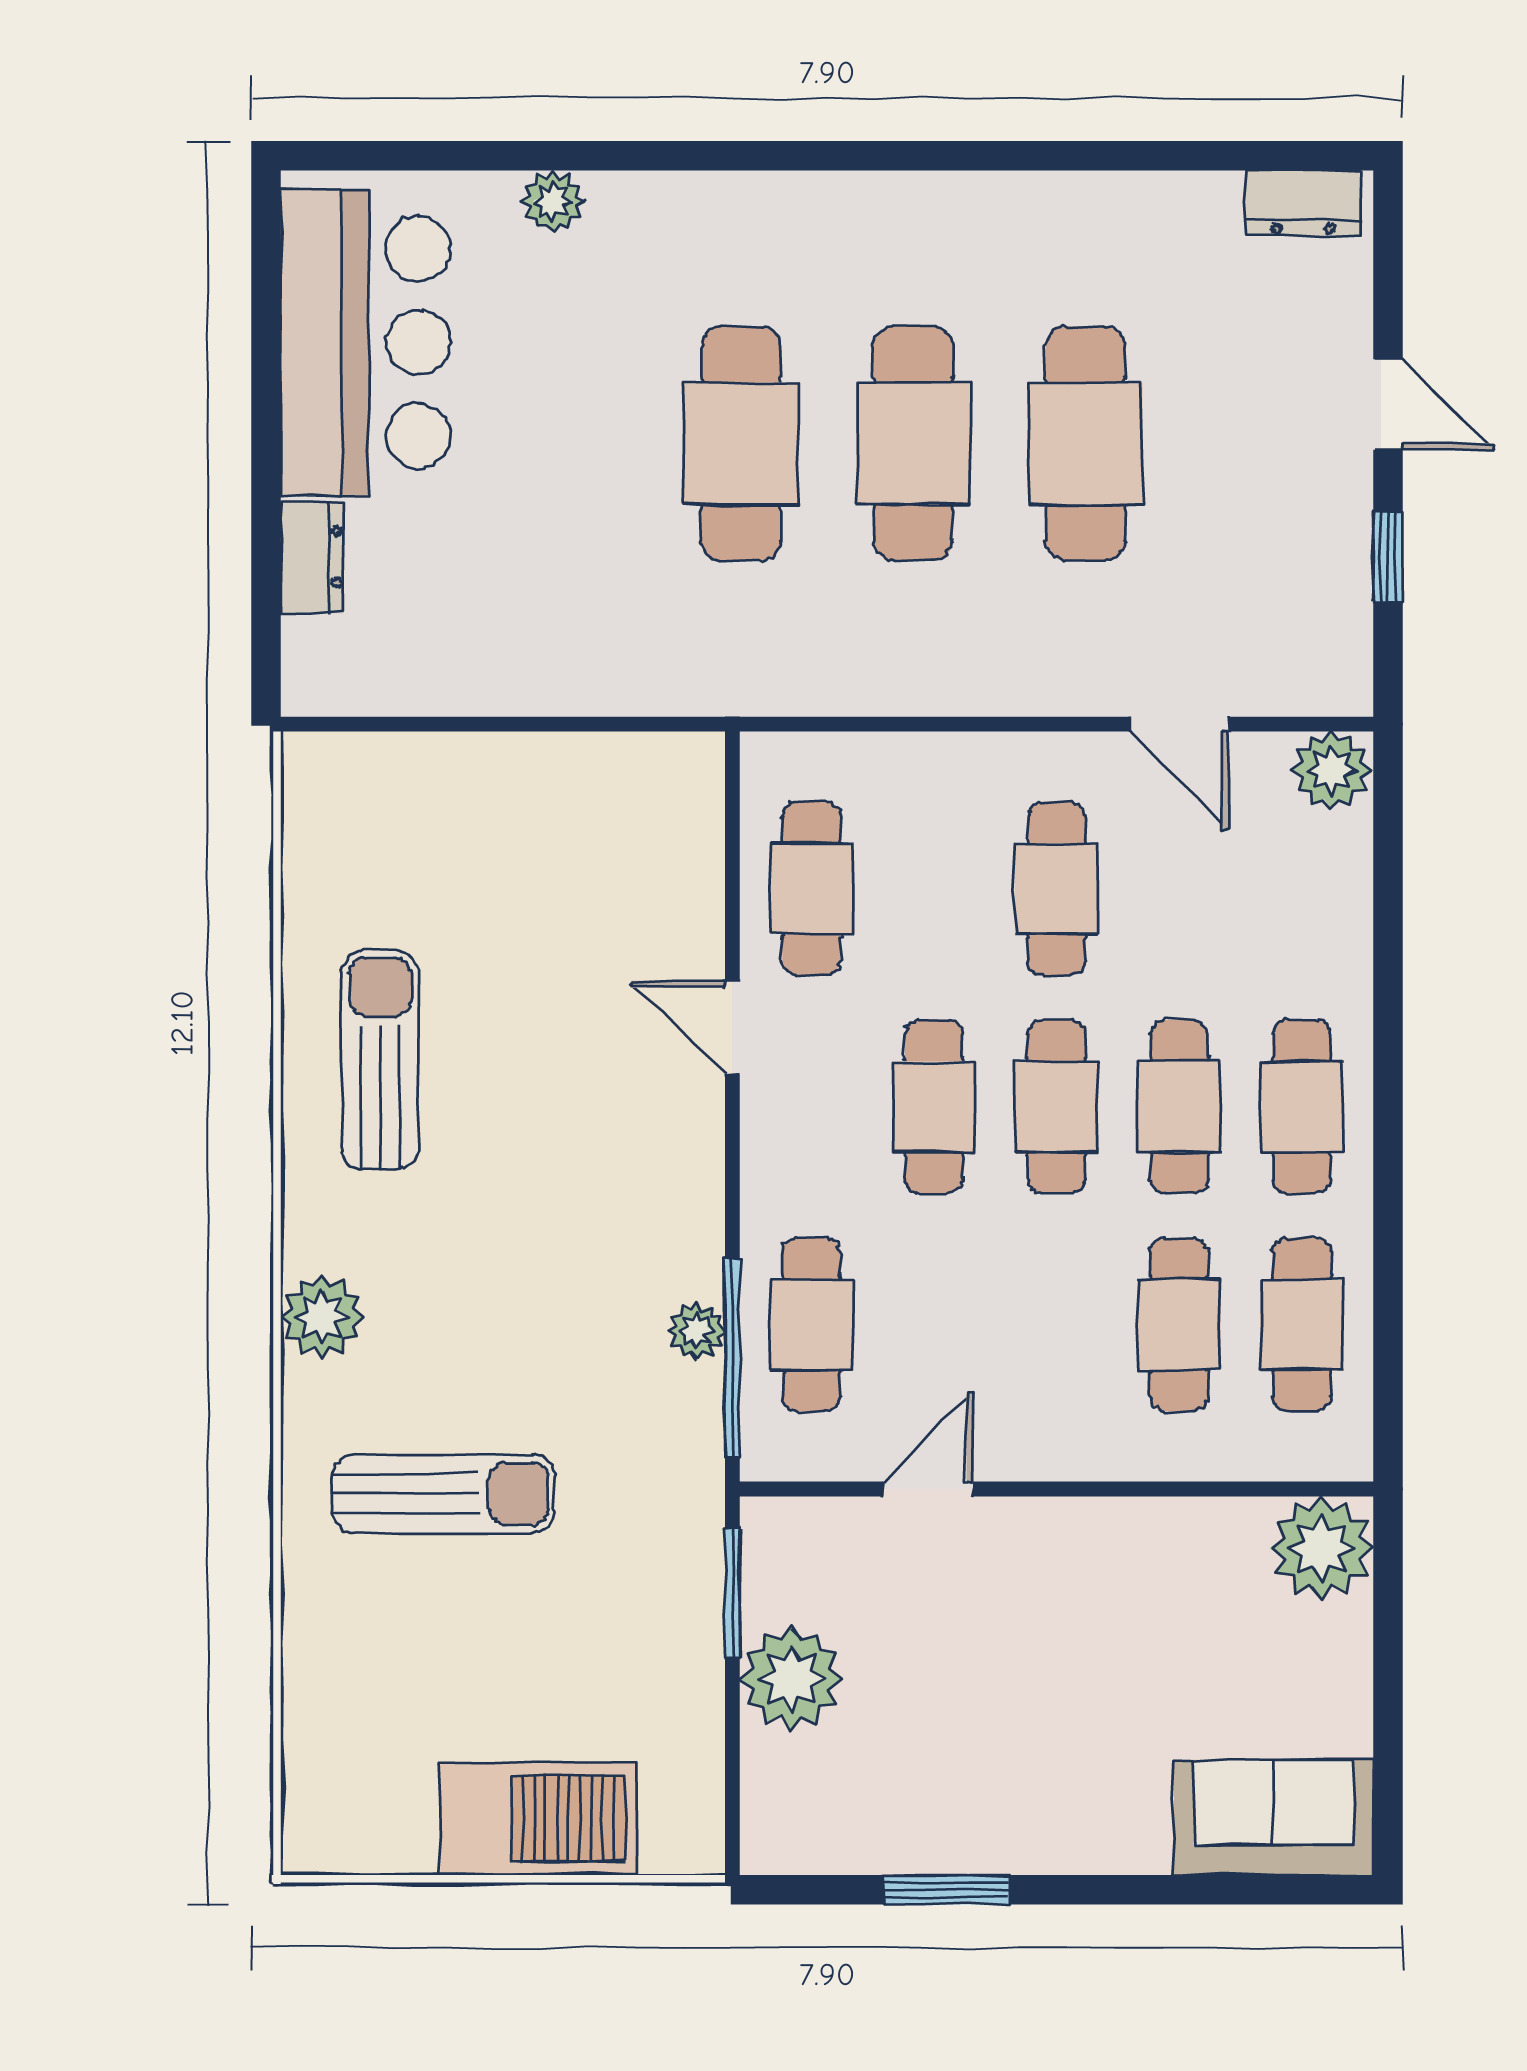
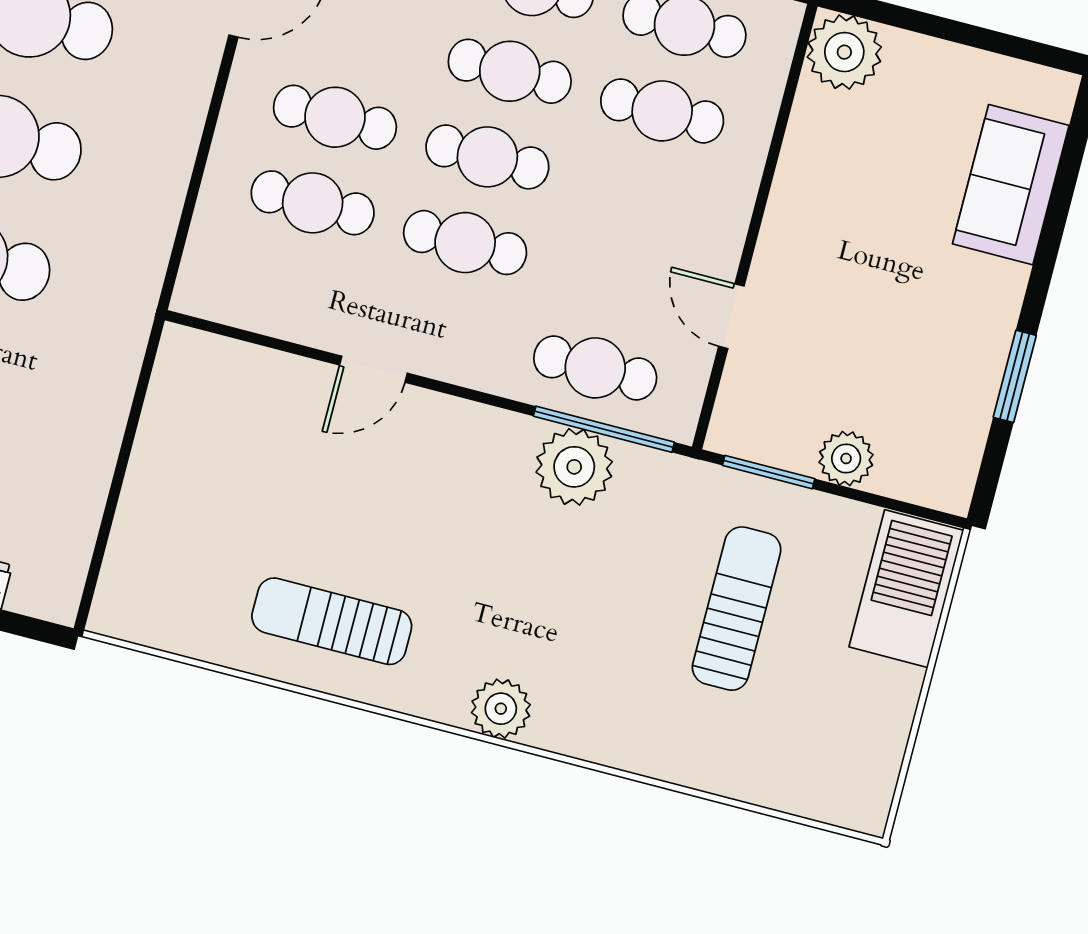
cafe table: (811, 888) -> (313, 203), moved
plant: (696, 1331) -> (574, 467), width x1.88, depth x1.88
sun lounger: (444, 1494) -> (737, 609), moved
plant: (791, 1679) -> (846, 459), width x0.73, depth x0.73
sofa: (1274, 1817) -> (1011, 185), moved
barbecue: (539, 1818) -> (906, 589), moved

